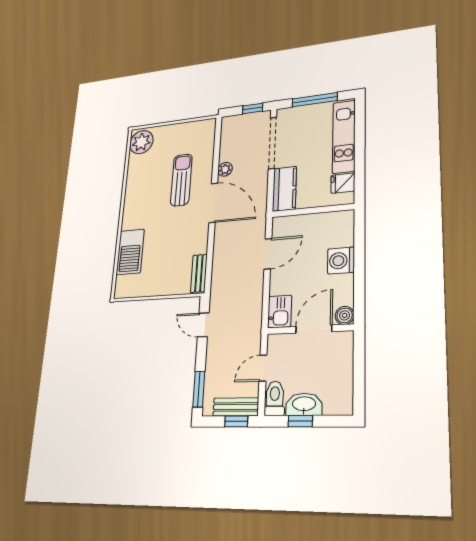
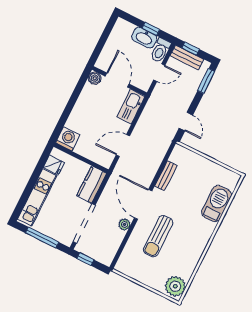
washing machine: (341, 261) -> (68, 139), moved, turned -90
bench: (199, 273) -> (166, 176), moved
kitchen sink: (280, 312) -> (131, 107), width x1.38
door: (314, 329) -> (117, 80), swing flipped

